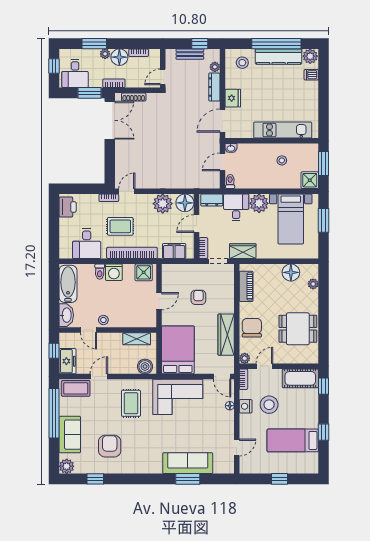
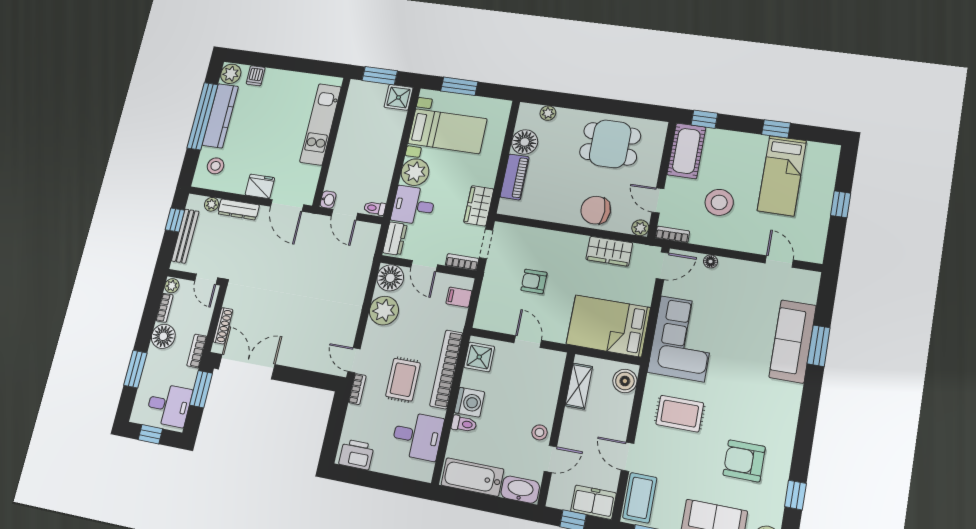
plant: (105, 54) -> (172, 286), moved
bench: (190, 54) -> (185, 236), width x1.36
stool: (282, 160) -> (362, 132), removed
filing cabinet: (174, 251) -> (459, 297), width x0.50
piano: (246, 286) -> (515, 177), moved, turned 90
dining table: (298, 329) -> (610, 144), turned 90
wardrobe: (226, 335) -> (609, 251), width x0.67
nightstand: (246, 406) -> (716, 238), removed

